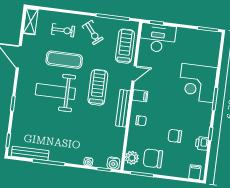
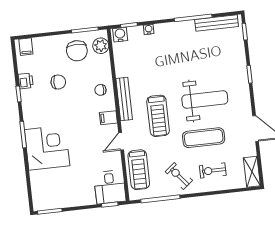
desk: (158, 38) -> (110, 187), width x0.73
chair: (153, 158) -> (77, 51), turned 90

